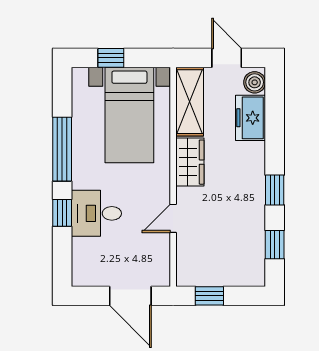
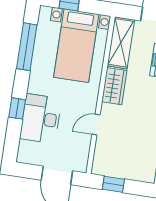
window: (62, 149) -> (27, 47), moved
desk: (96, 213) -> (41, 119), width x1.37

